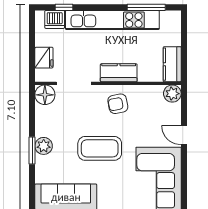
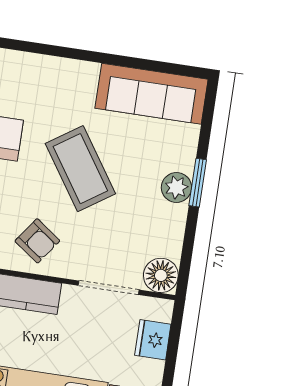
armchair: (118, 104) -> (37, 241), turned 47
coffee table: (100, 148) -> (80, 169), turned 56

